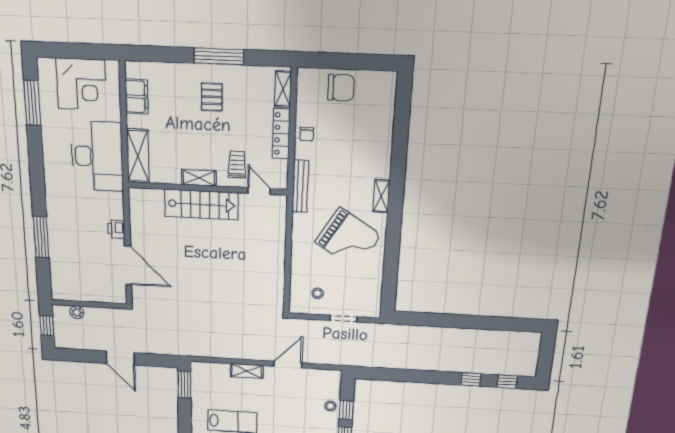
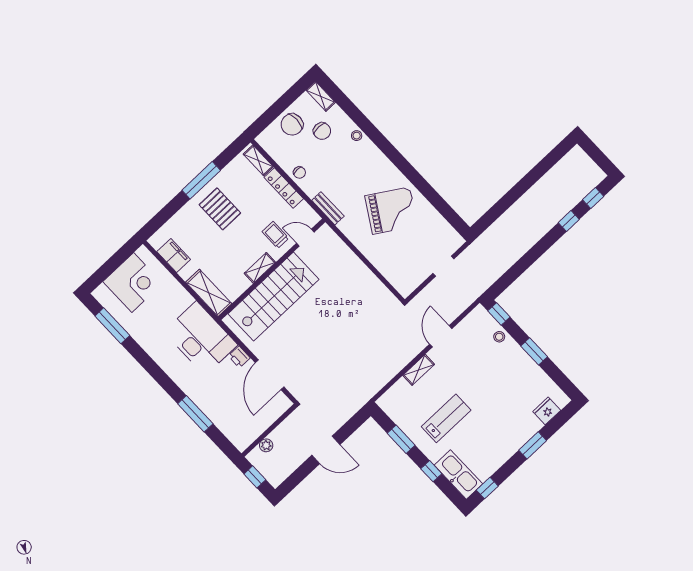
chair: (341, 88) -> (292, 124), turned 180
pallet: (212, 97) -> (220, 209), width x1.50, depth x1.42
chair: (360, 119) -> (322, 131), added
desk: (97, 156) -> (201, 338), moved
bench: (300, 186) -> (328, 208), width x0.73
shelving: (381, 196) -> (321, 96), moved
stairs: (201, 205) -> (274, 297), width x1.36, depth x1.51
door: (128, 265) -> (270, 375), swing flipped
stool: (318, 293) -> (357, 136), moved
window: (184, 385) -> (401, 439), moved
window: (346, 410) -> (499, 314), moved

